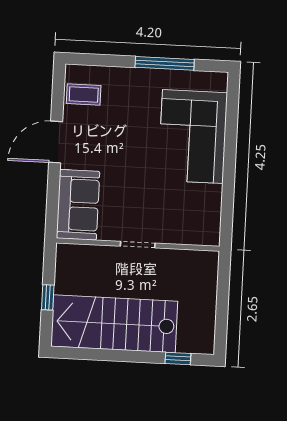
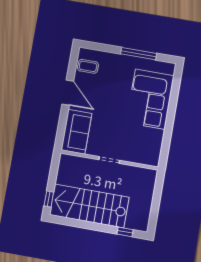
door: (56, 142) -> (68, 93), swing flipped
window: (48, 297) -> (49, 199), moved

